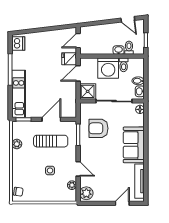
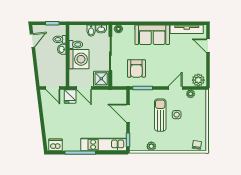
sun lounger: (51, 141) -> (160, 115), moved

